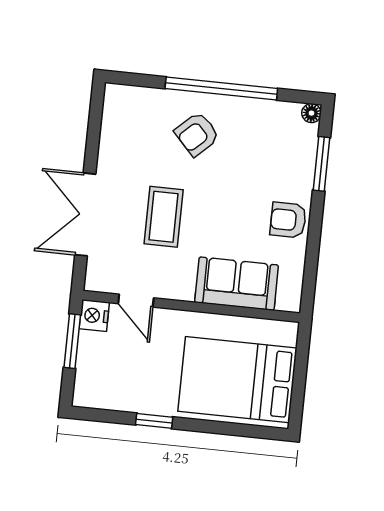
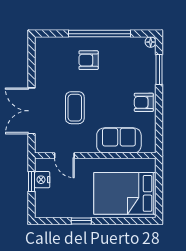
armchair: (197, 134) -> (89, 60), turned 43
nightstand: (94, 316) -> (42, 180), moved
window: (72, 341) -> (31, 182), width x0.67

